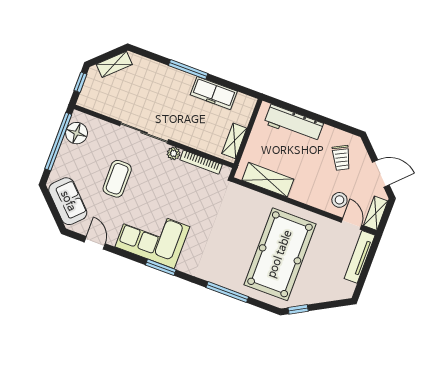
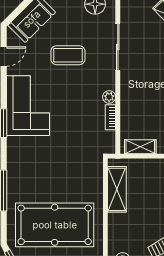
sliding door: (144, 133) -> (118, 47), moved
bookcase: (201, 162) -> (110, 117), width x0.64

